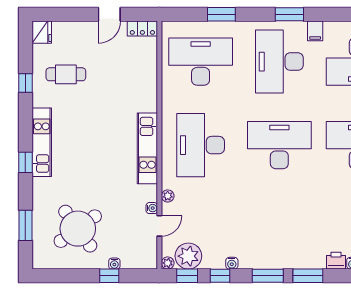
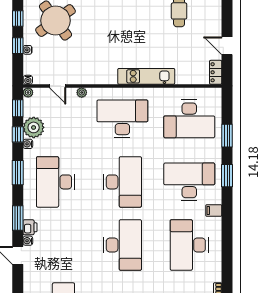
window: (289, 14) -> (227, 176), moved
desk: (201, 62) -> (189, 119), turned 90
kitchen unit: (147, 148) -> (146, 76), moved
water cooler: (152, 208) -> (28, 80), moved
desk: (279, 229) -> (55, 182), added
plant: (188, 256) -> (34, 127), moved
window: (75, 276) -> (18, 19), added
window: (308, 276) -> (18, 218), moved

